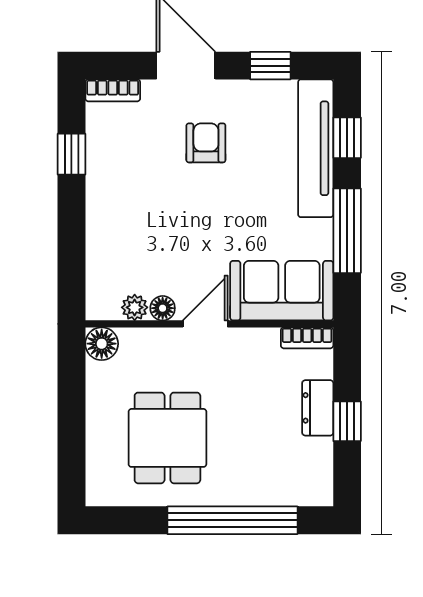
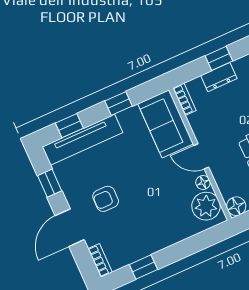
window: (347, 231) -> (118, 104), width x0.46
plant: (135, 307) -> (206, 206), width x1.88, depth x1.88

